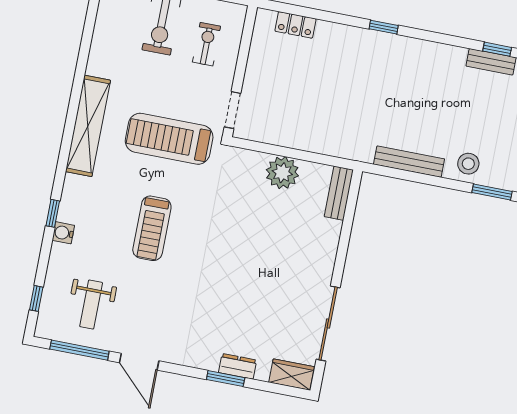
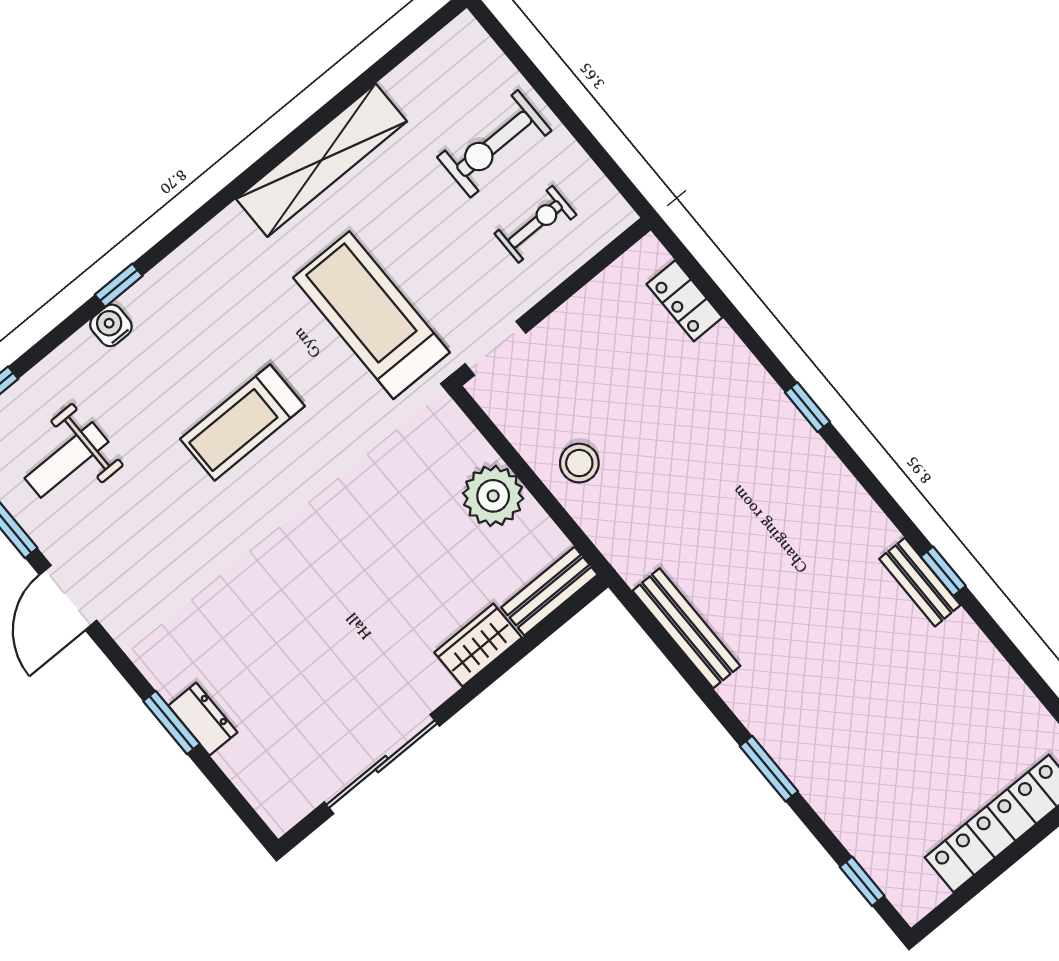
shelving: (88, 126) -> (322, 160), moved
stool: (468, 164) -> (579, 463), moved
wardrobe: (292, 375) -> (478, 645), moved, turned -90

